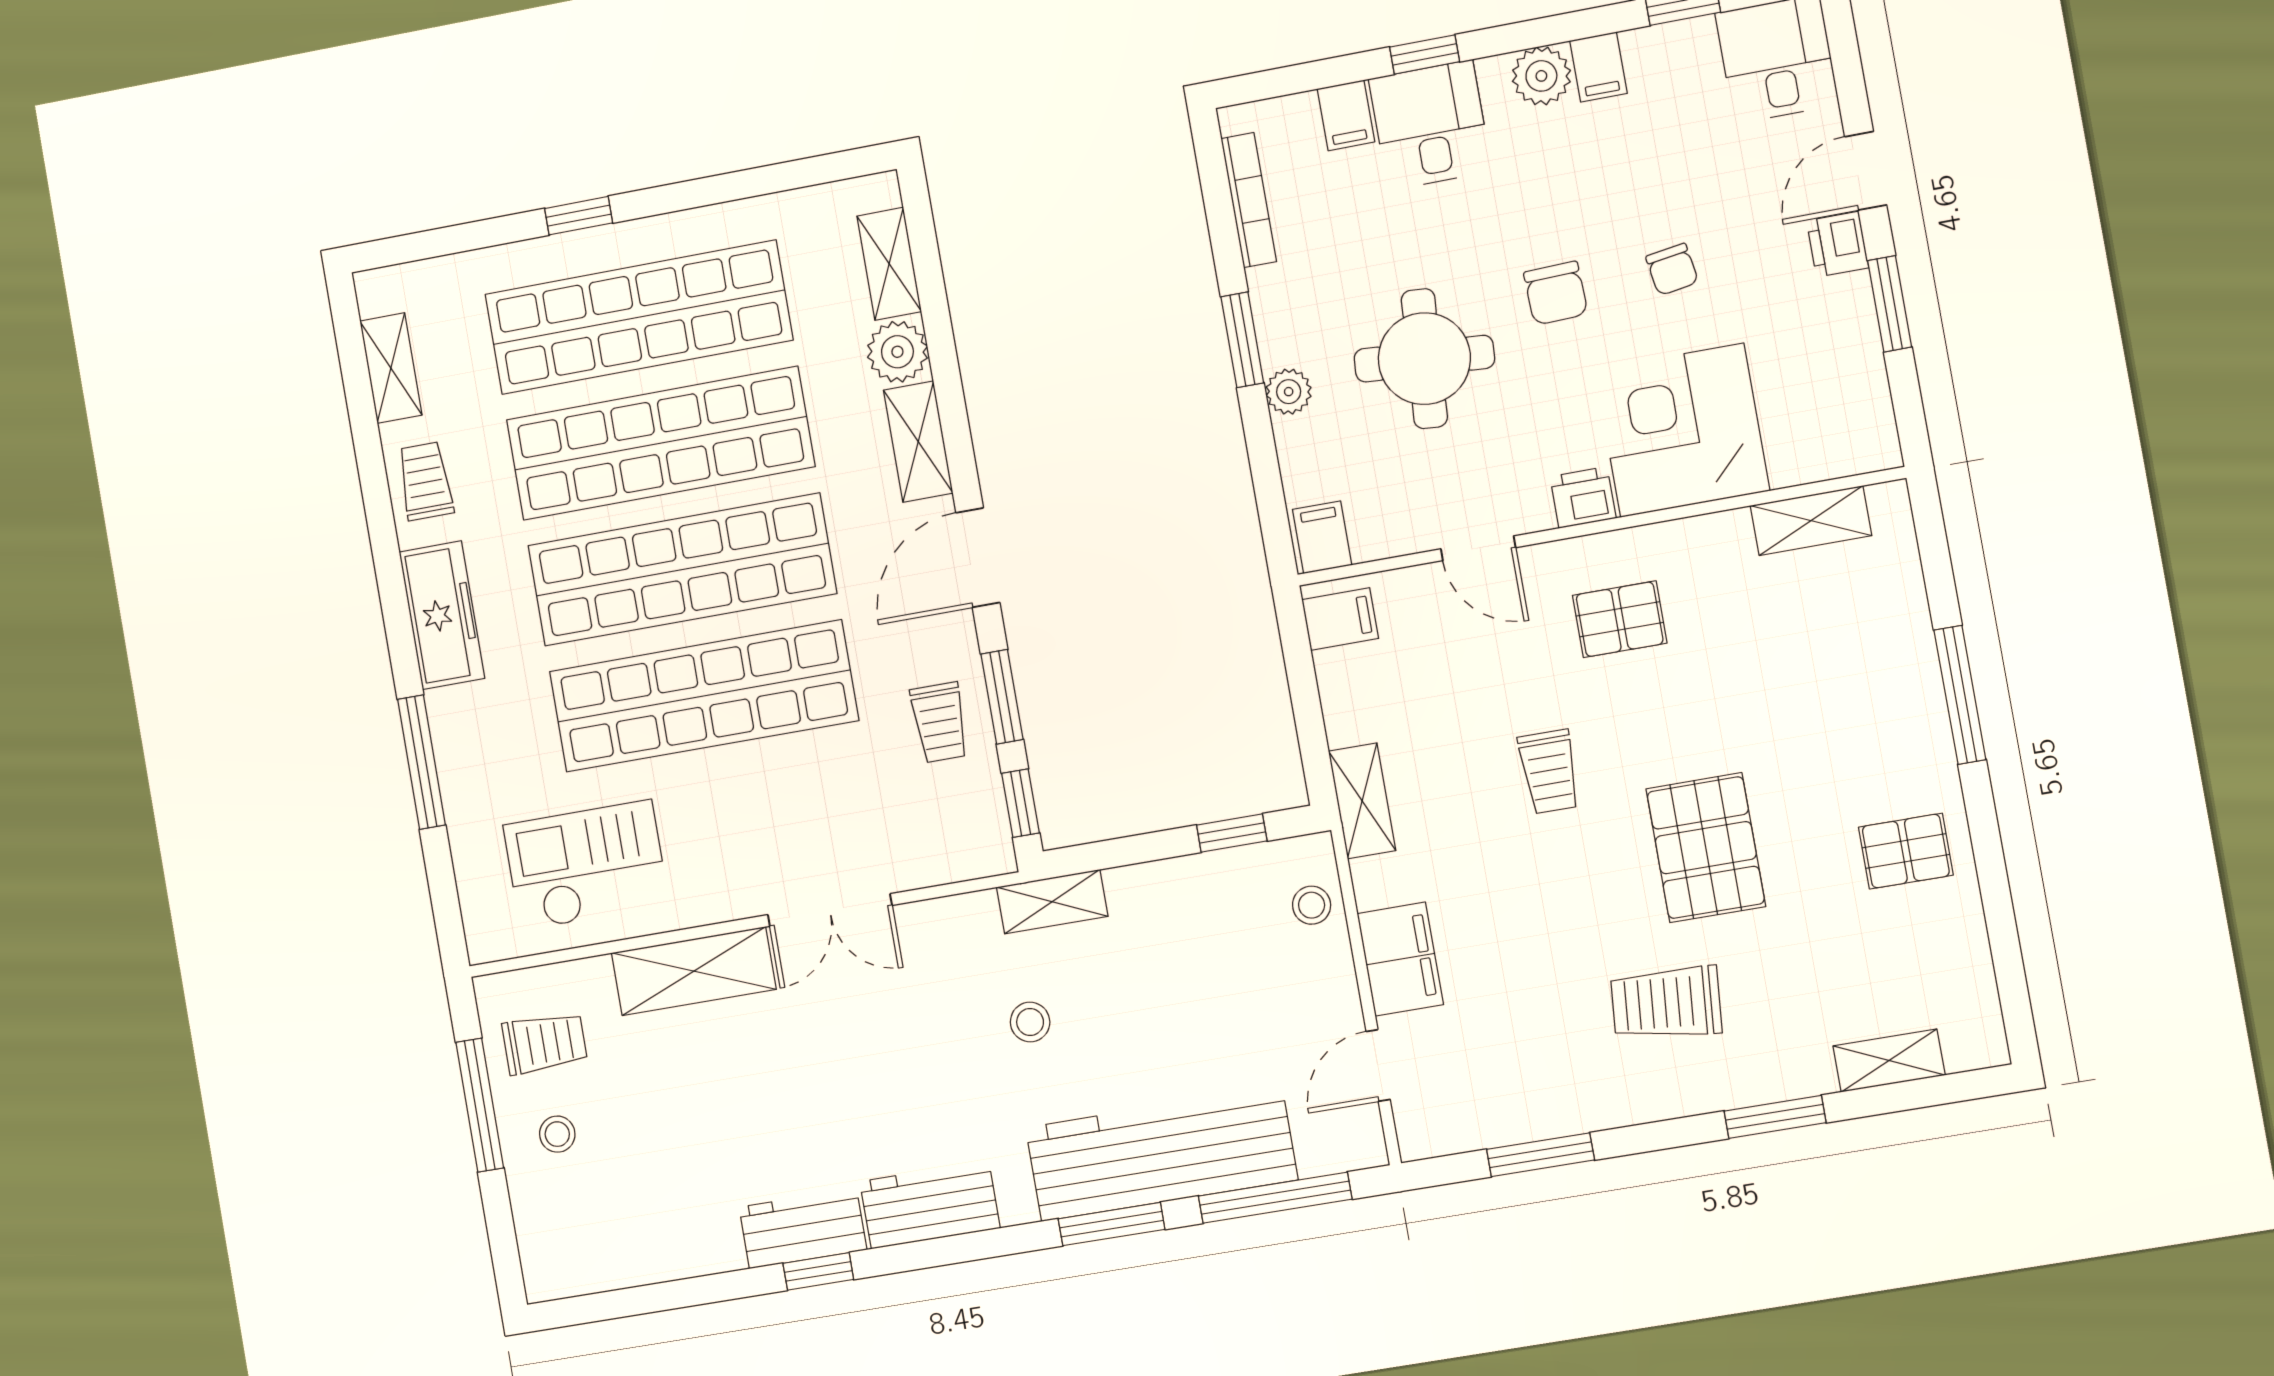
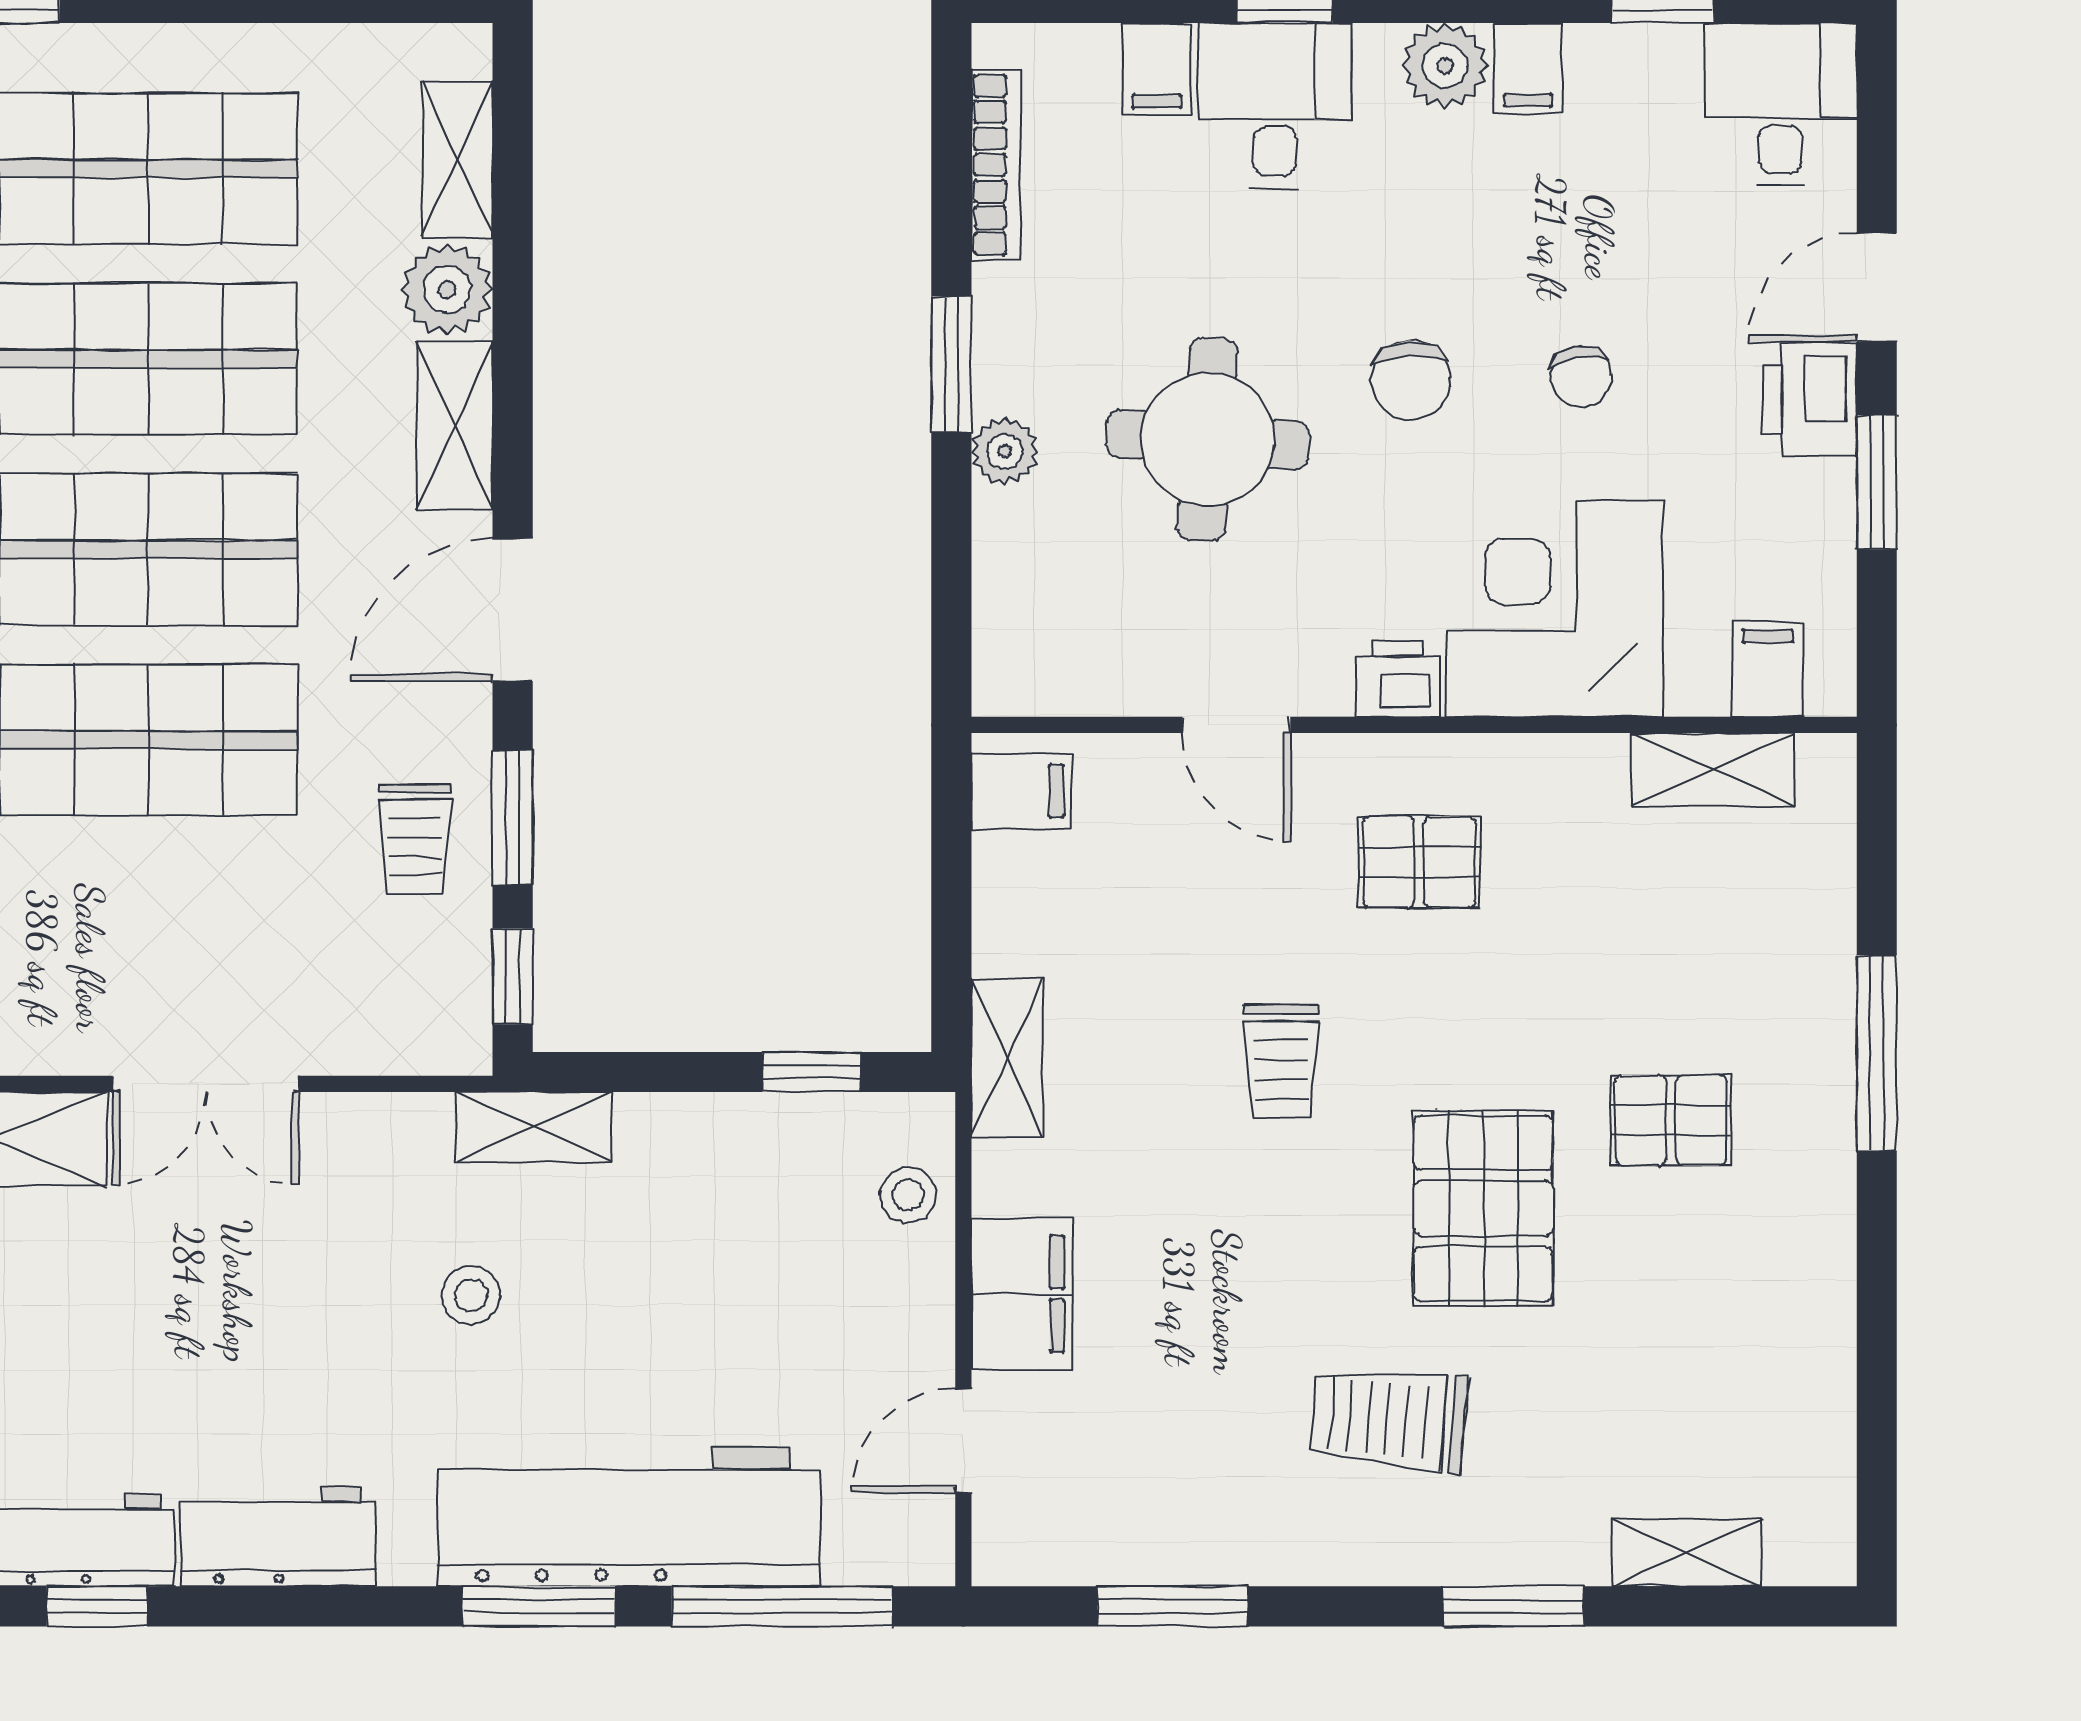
printer: (1837, 244) -> (1810, 399), width x1.36, depth x1.24
filing cabinet: (1322, 537) -> (1768, 669), moved
pallet: (1906, 851) -> (1671, 1120), moved

